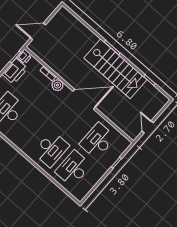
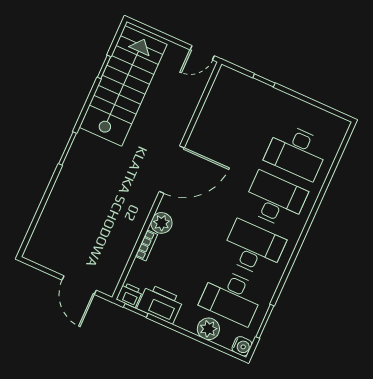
stairs: (115, 69) -> (123, 86), moved
door: (84, 99) -> (172, 170), swing flipped
door: (148, 127) -> (202, 53), moved
desk: (98, 141) -> (253, 248), moved, turned 180

